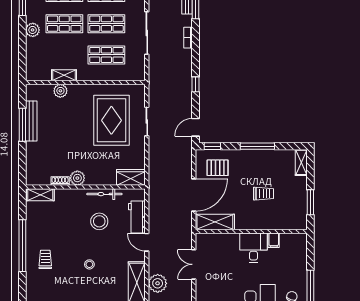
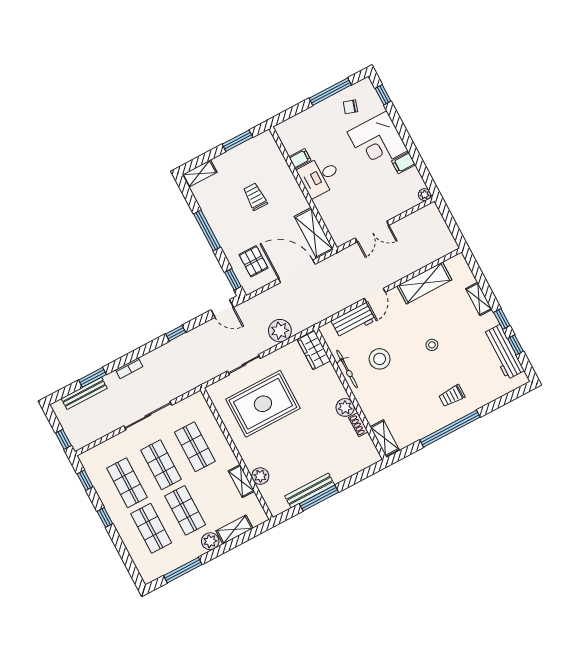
shelving: (32, 52) -> (234, 529), added
plant: (158, 283) -> (280, 331), moved

